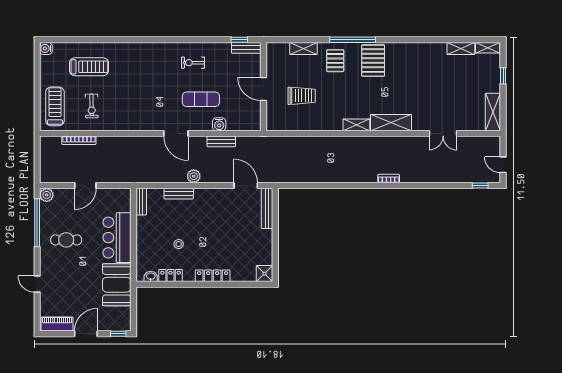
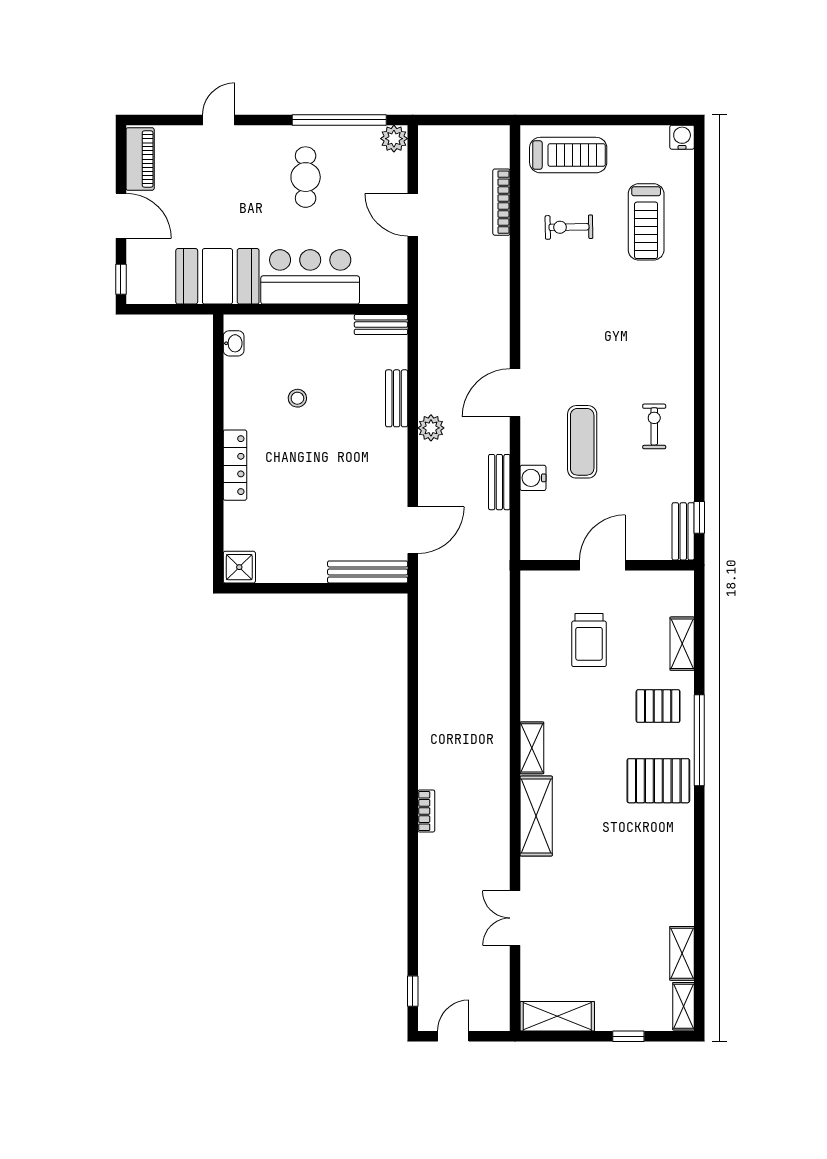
locker: (171, 276) -> (235, 382), removed

